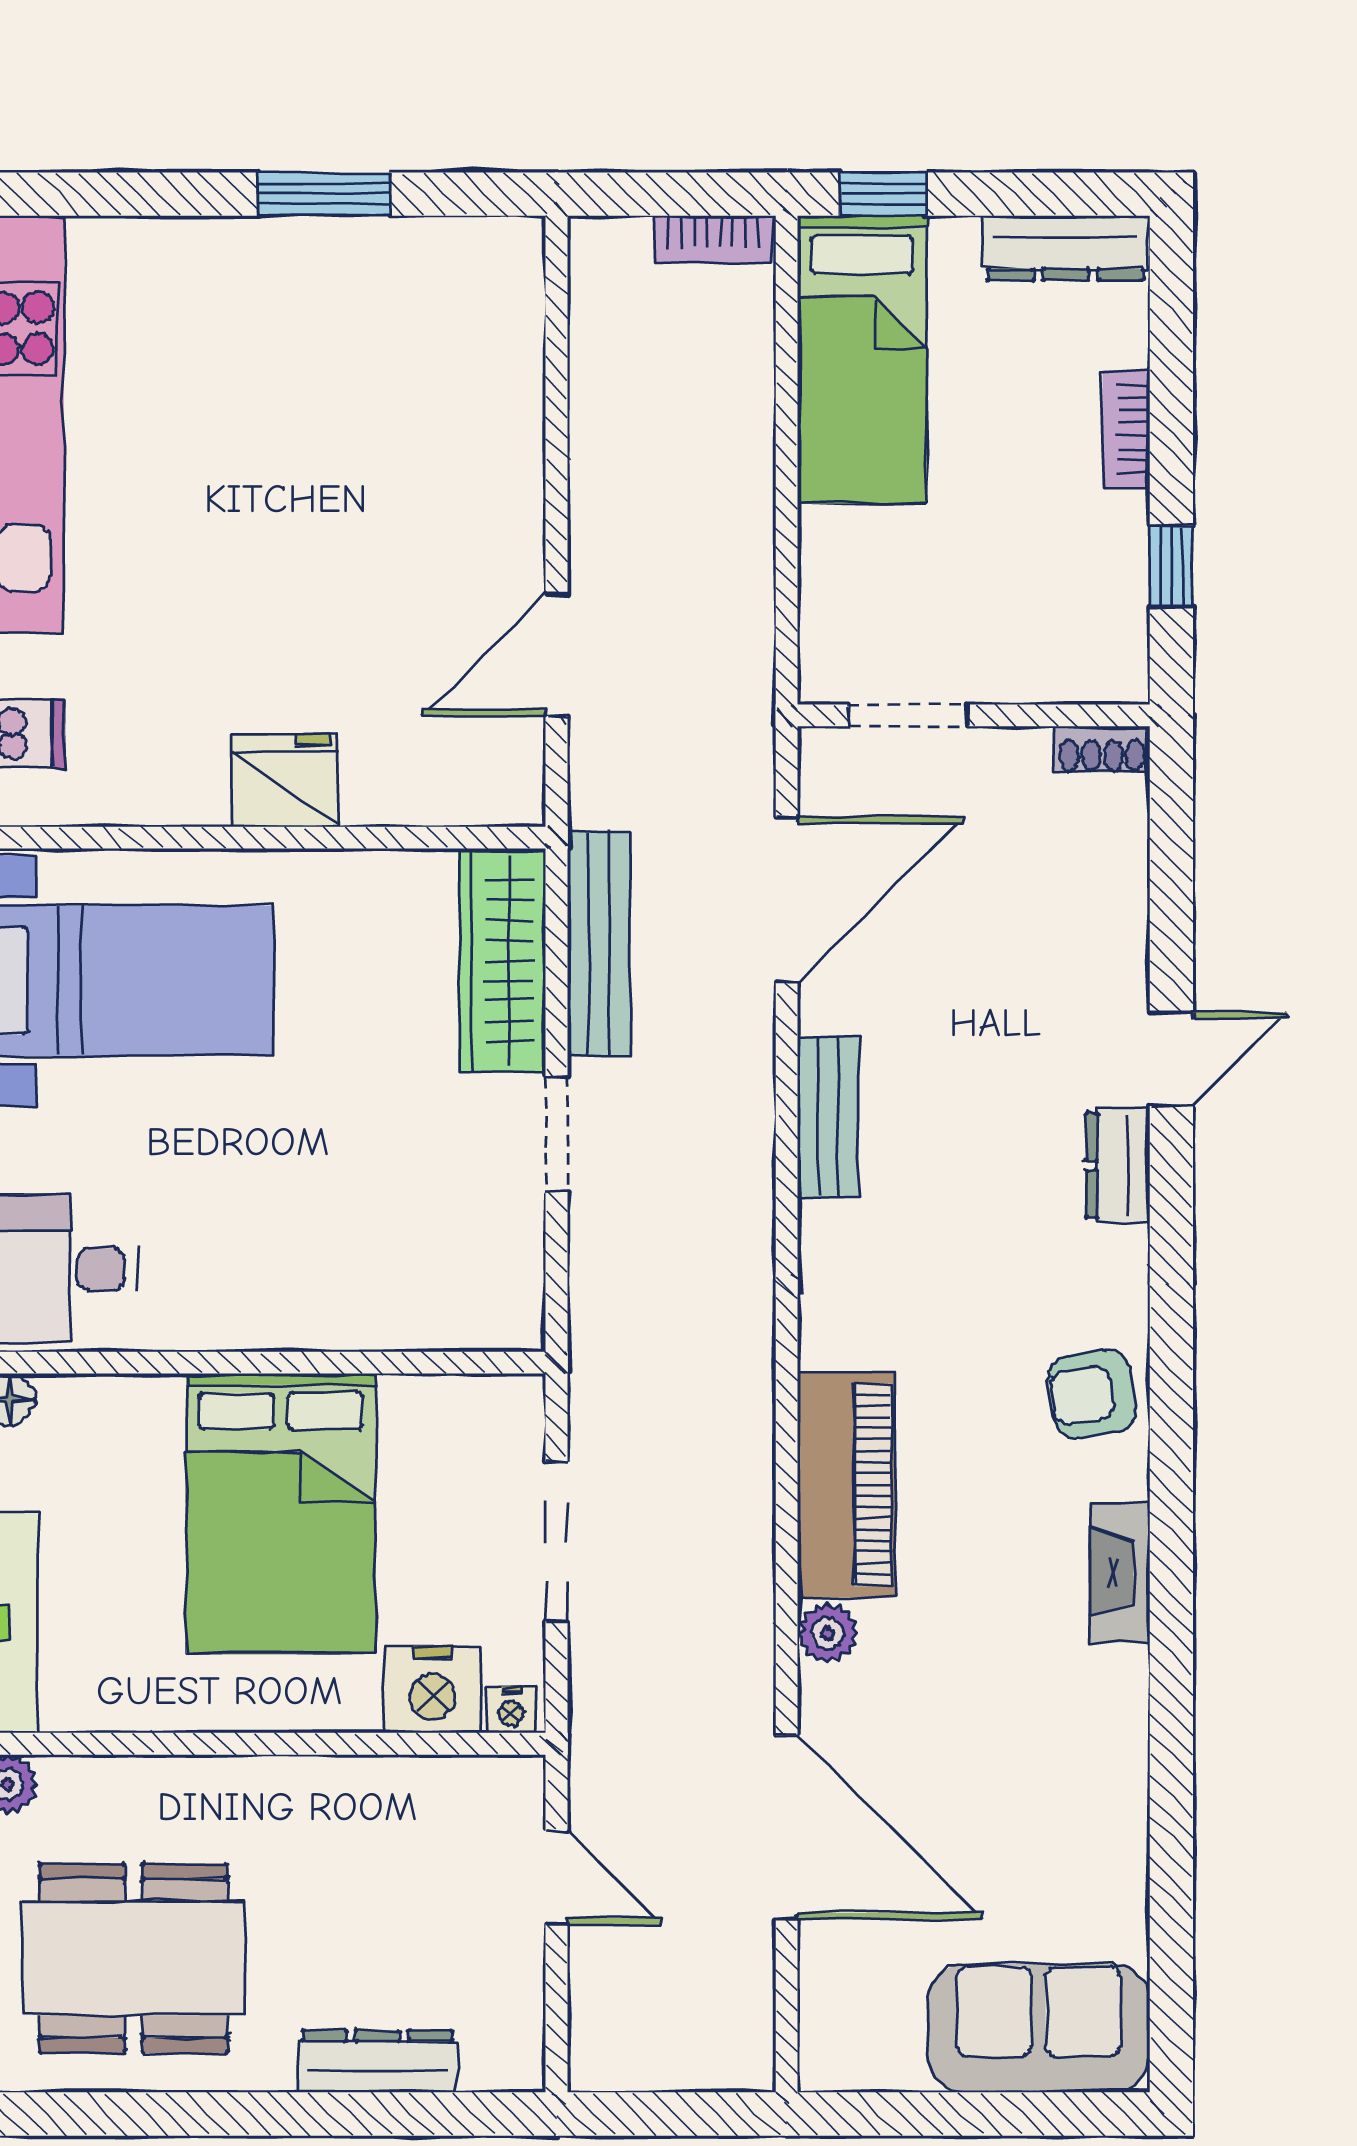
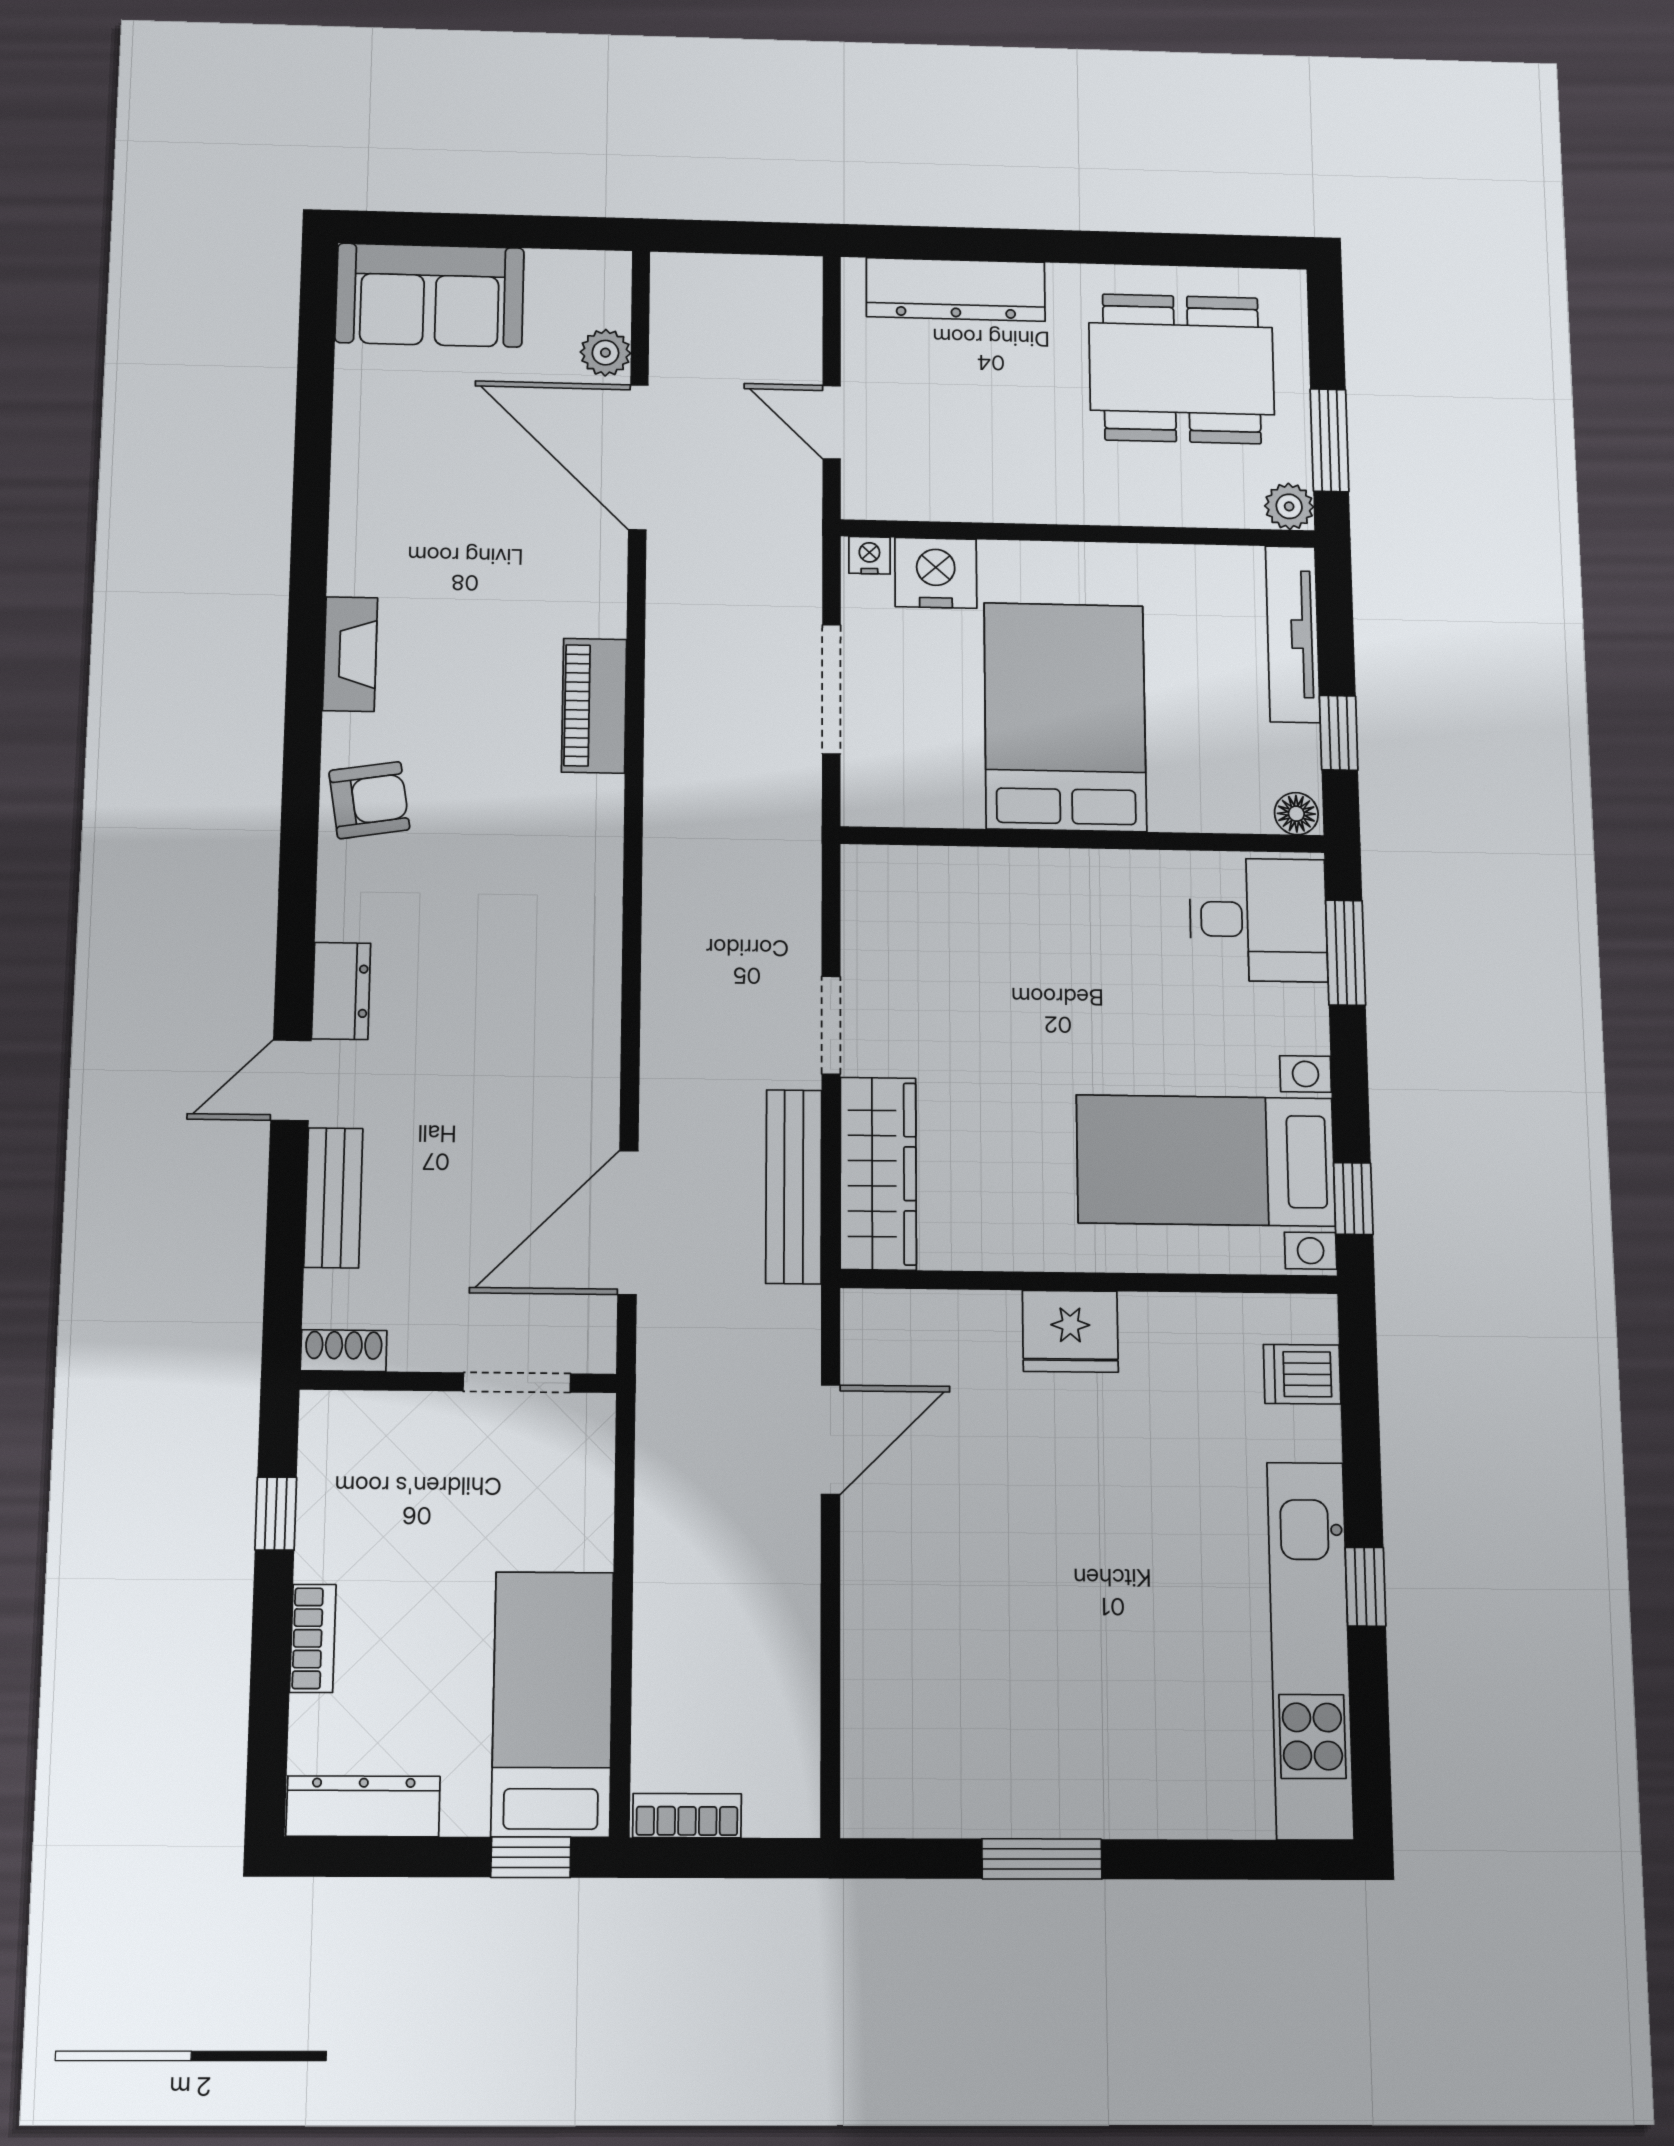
bench: (828, 1117) -> (333, 1198), moved
piano: (846, 1485) -> (594, 706), width x0.73, depth x0.75
plant: (828, 1633) -> (605, 353), moved
dresser: (377, 2061) -> (956, 289), width x1.37, depth x1.24

